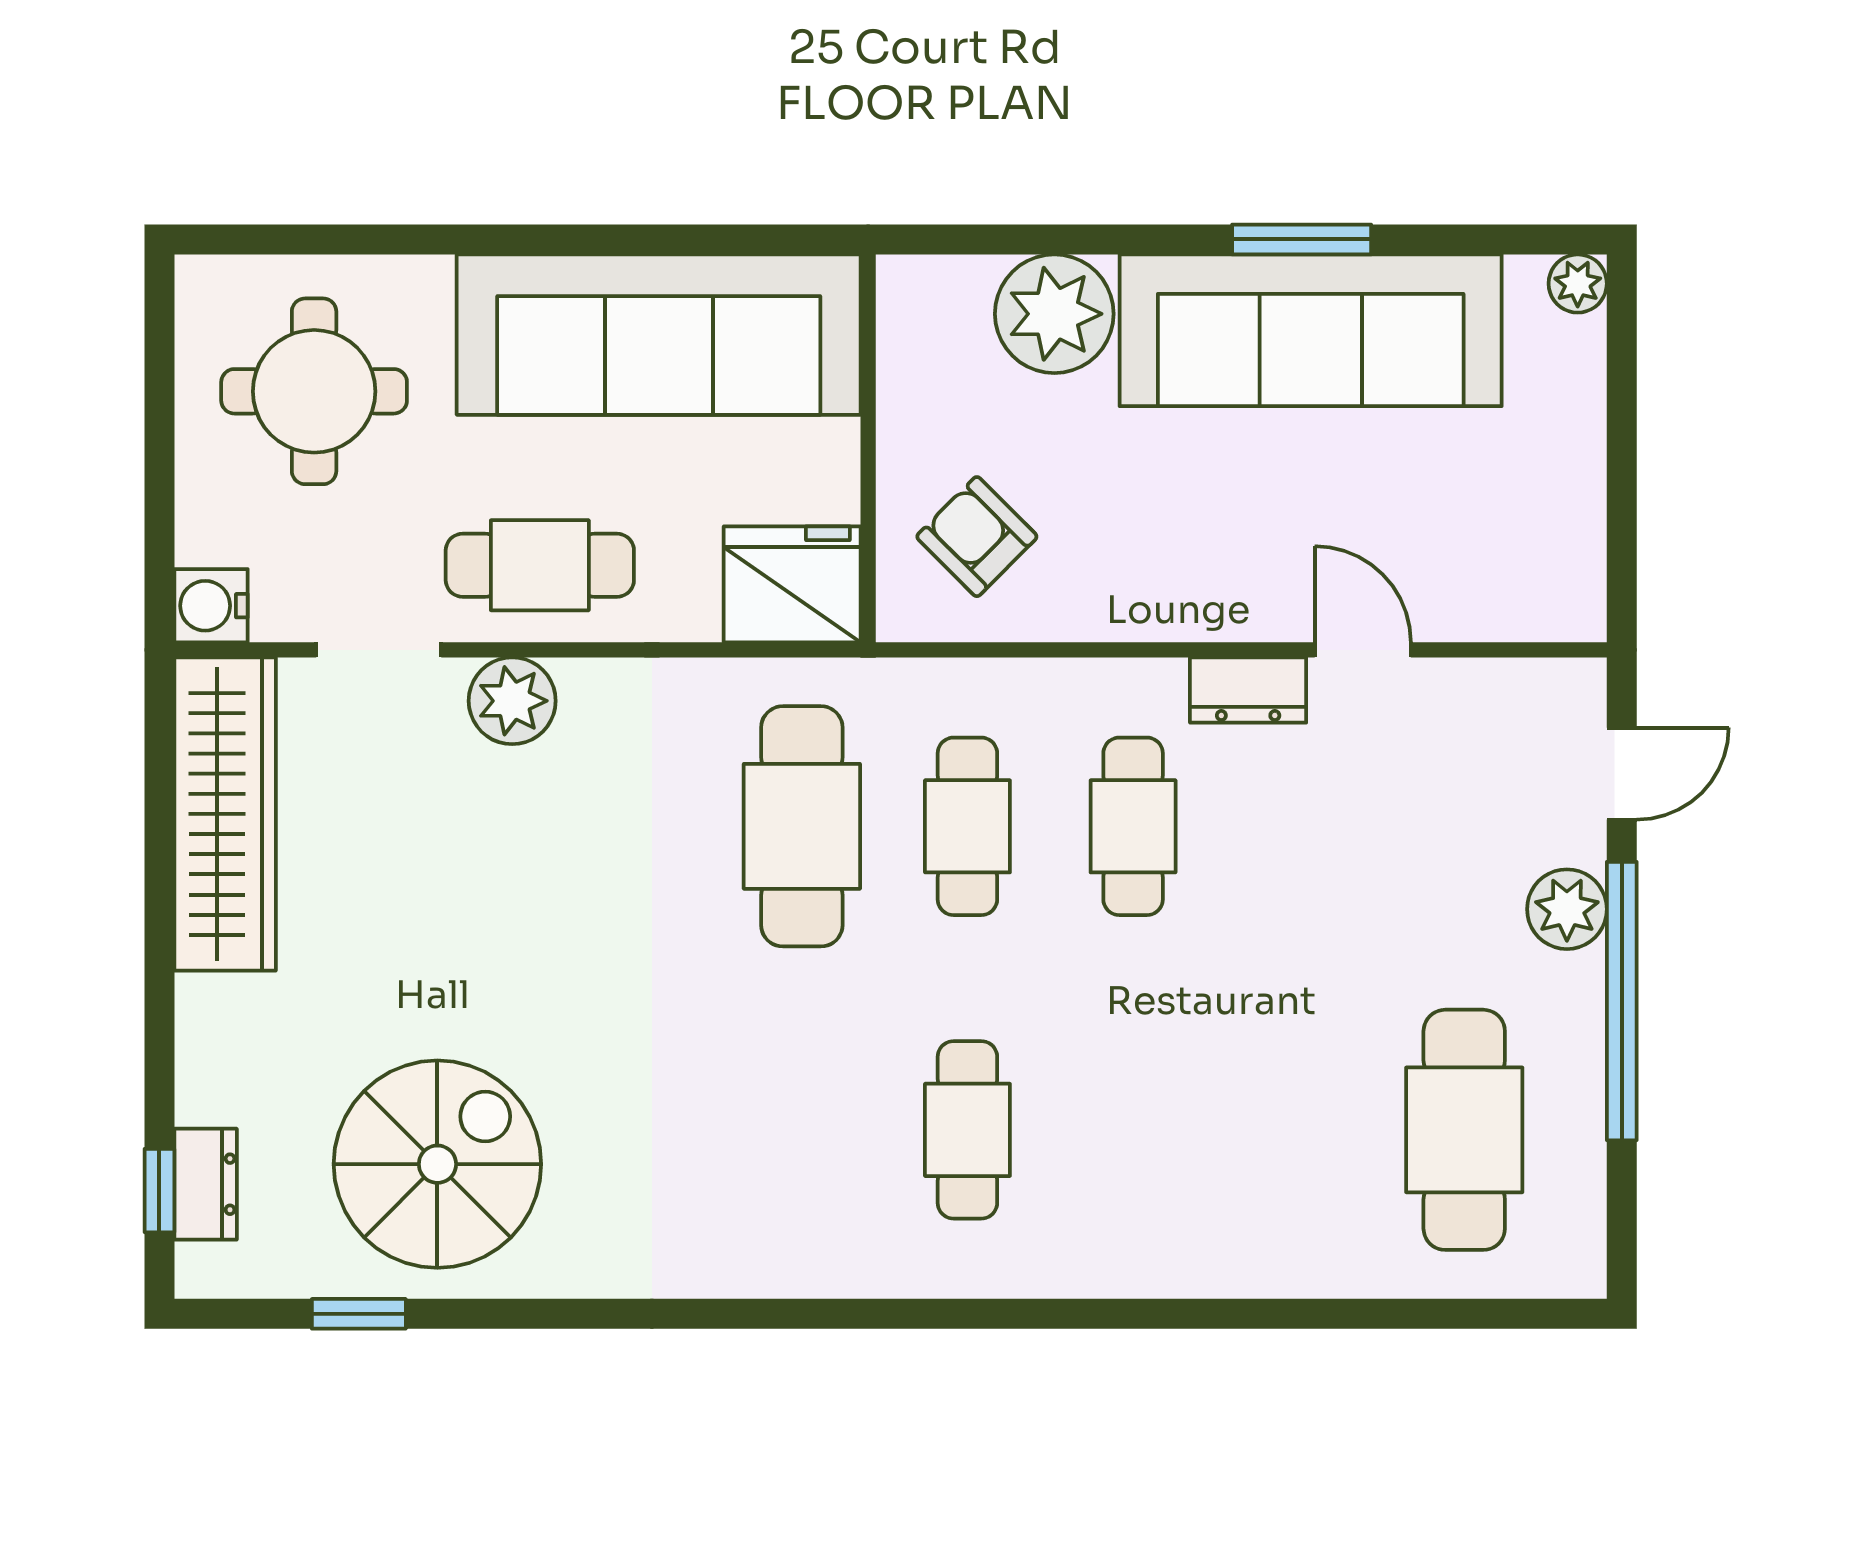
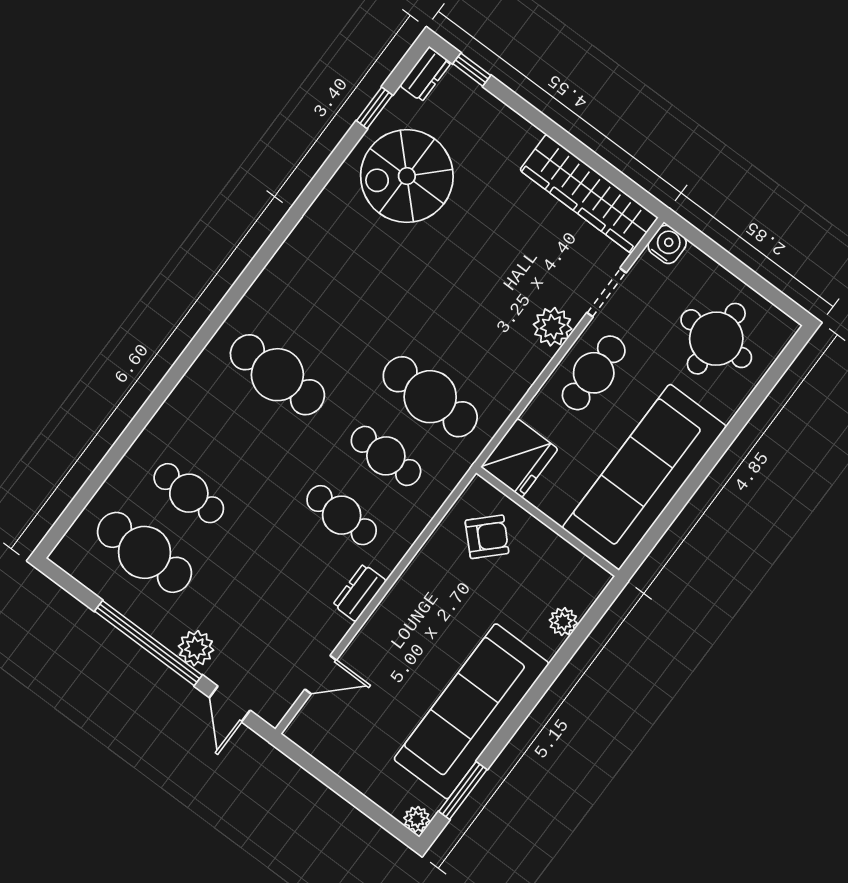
window: (1302, 239) -> (463, 790), moved
plant: (1054, 314) -> (563, 622), width x0.53, depth x0.53
door: (1363, 650) -> (321, 675), moved
cafe table: (967, 1130) -> (277, 375), width x1.37, depth x1.35
cafe table: (1299, 1130) -> (189, 493), added
spiral stairs: (437, 1164) -> (407, 176), turned 90
dresser: (206, 1184) -> (425, 74), moved, turned -90

